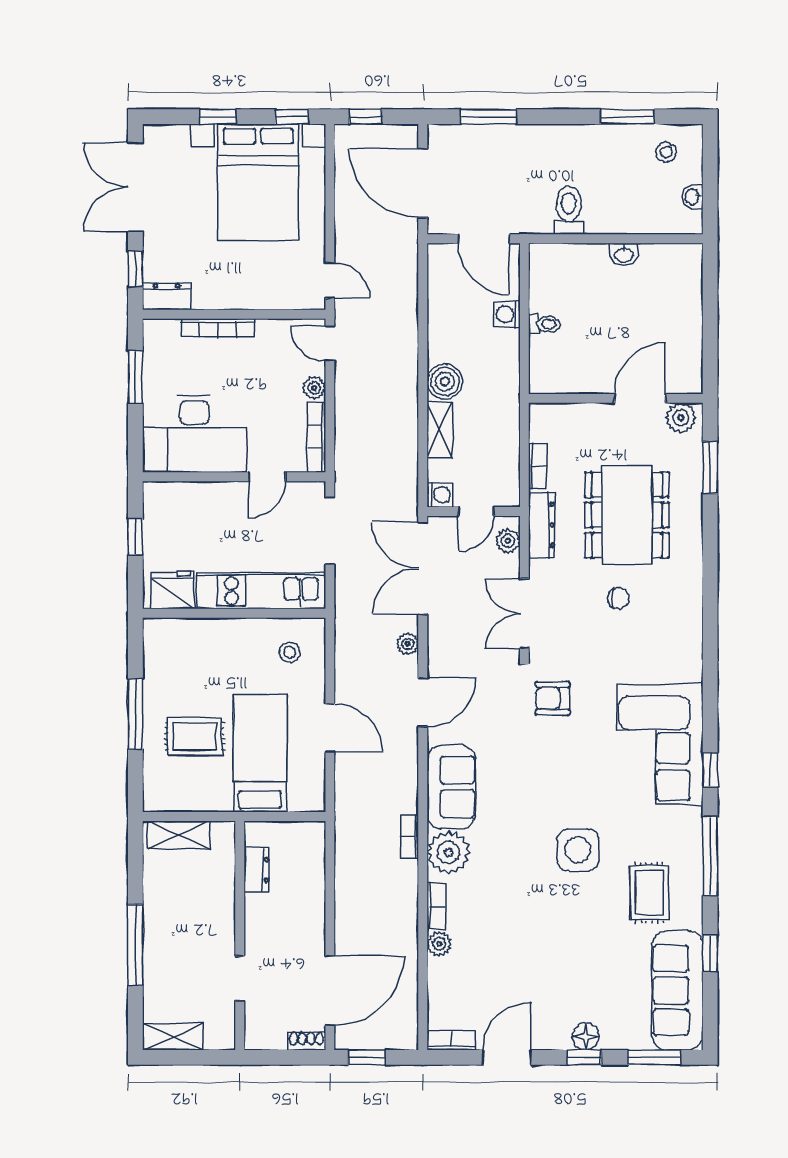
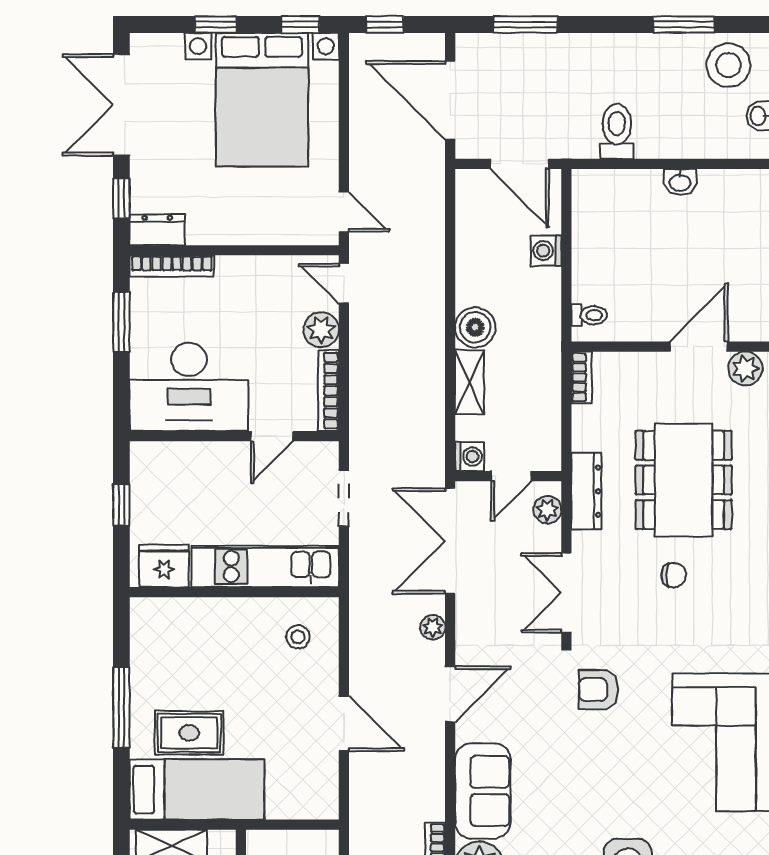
stool: (666, 152) -> (728, 65), width x1.89, depth x1.89
toilet: (544, 324) -> (589, 315), moved
bookcase: (218, 328) -> (172, 266), moved
plant: (314, 388) -> (321, 330), width x1.38, depth x1.38
bookcase: (538, 466) -> (582, 377), moved
doorway: (330, 531) -> (344, 498), width x0.73
bed: (260, 753) -> (197, 789), moved, turned 90

